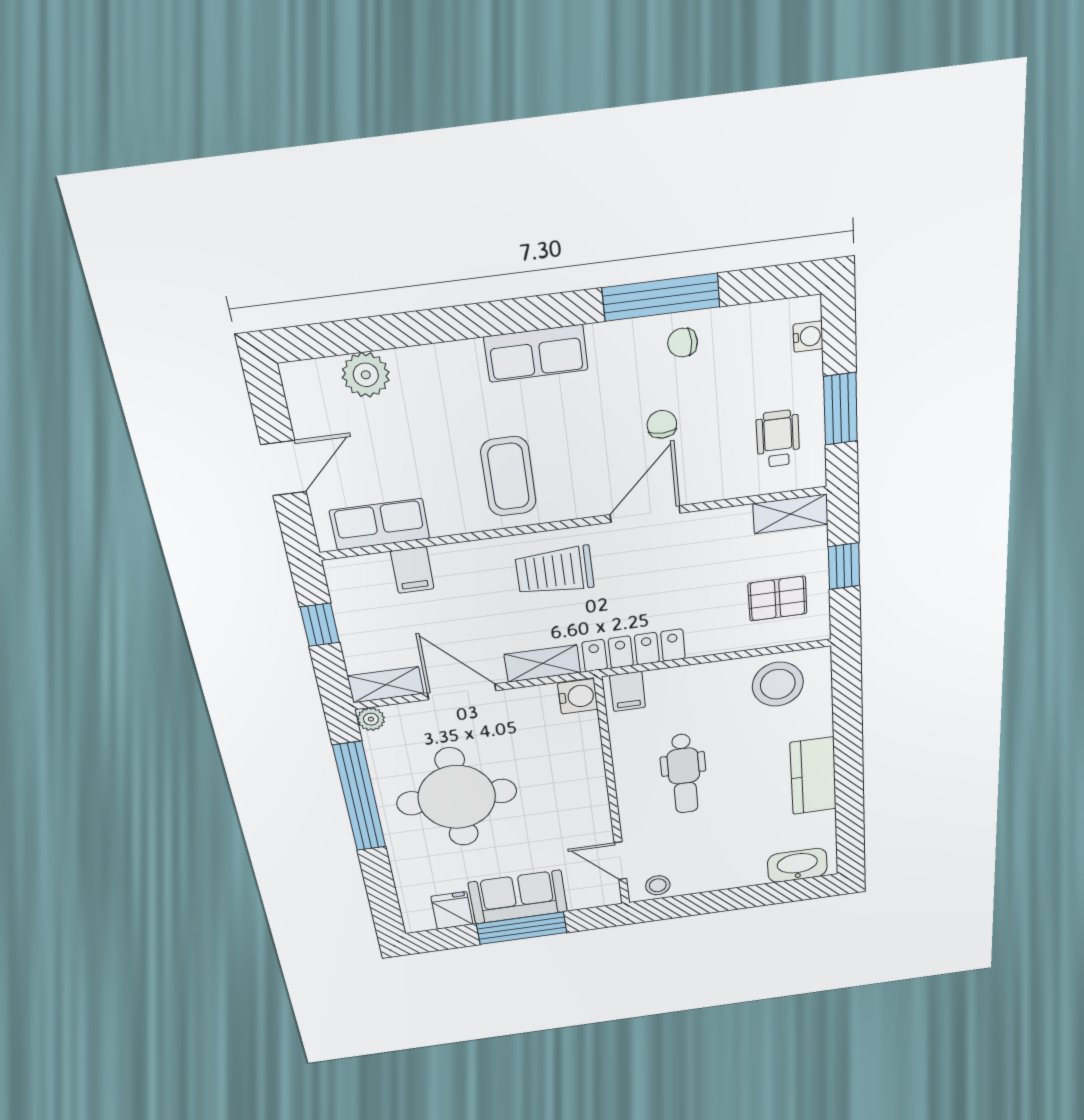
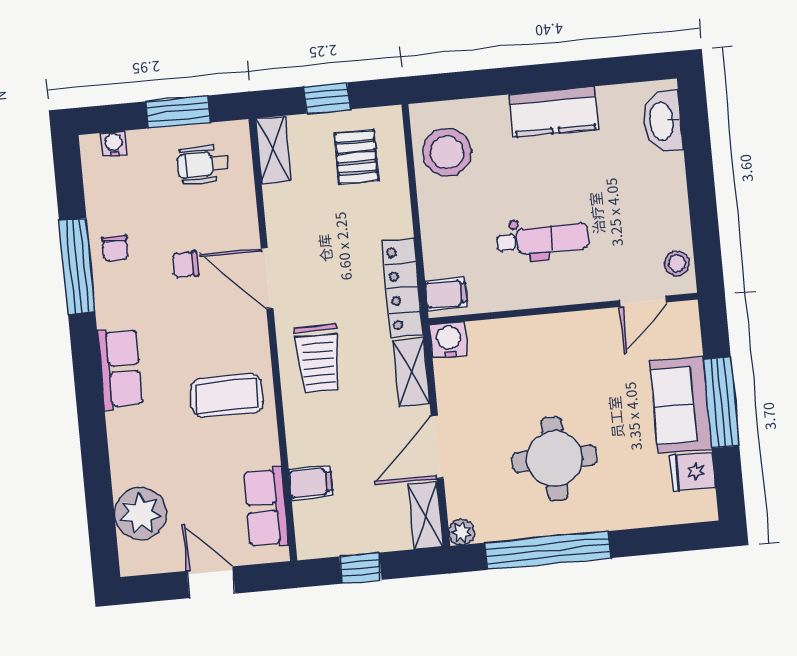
plant: (366, 375) -> (141, 514), width x1.36, depth x1.36
round table: (457, 797) -> (555, 459), width x0.73, depth x0.73

